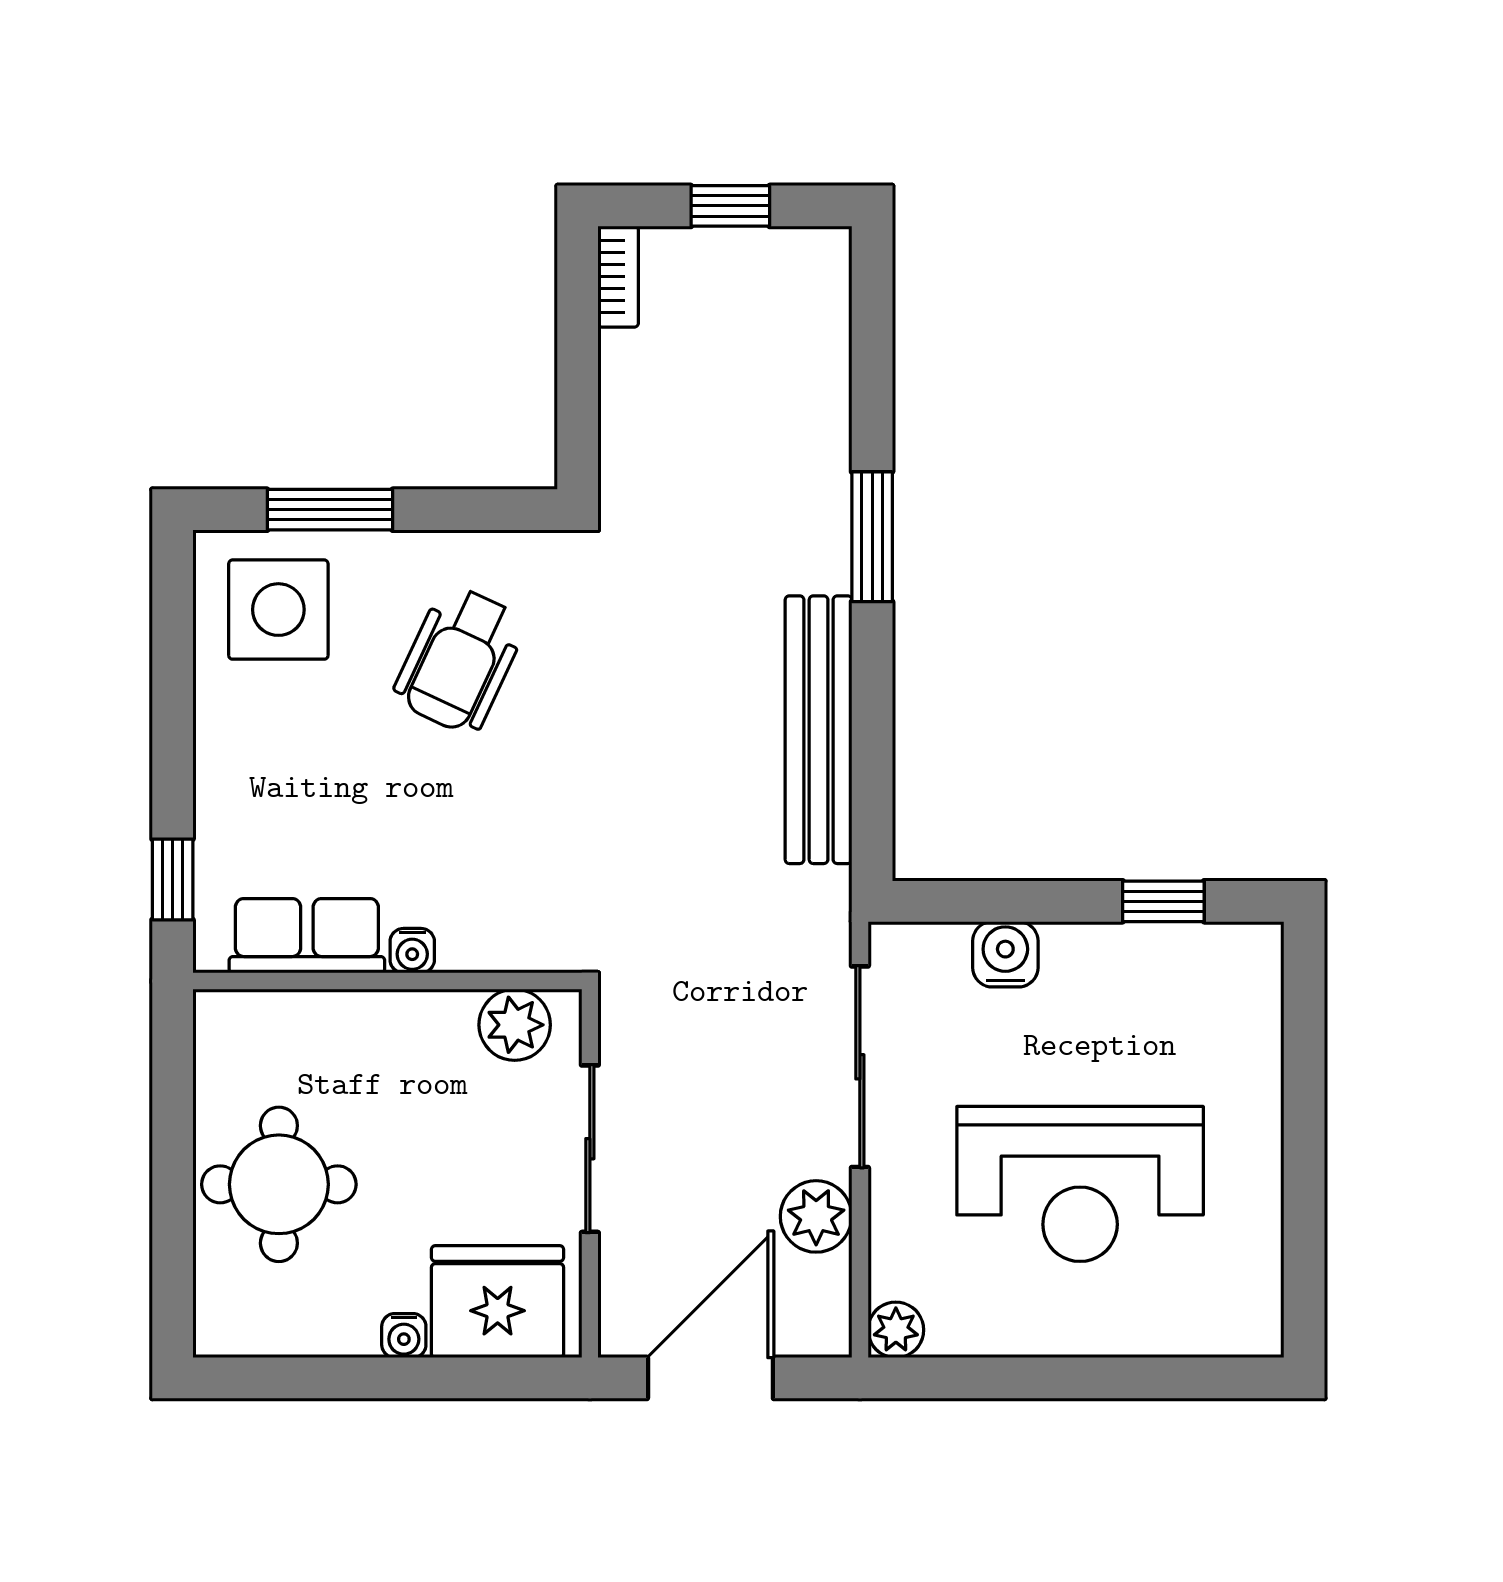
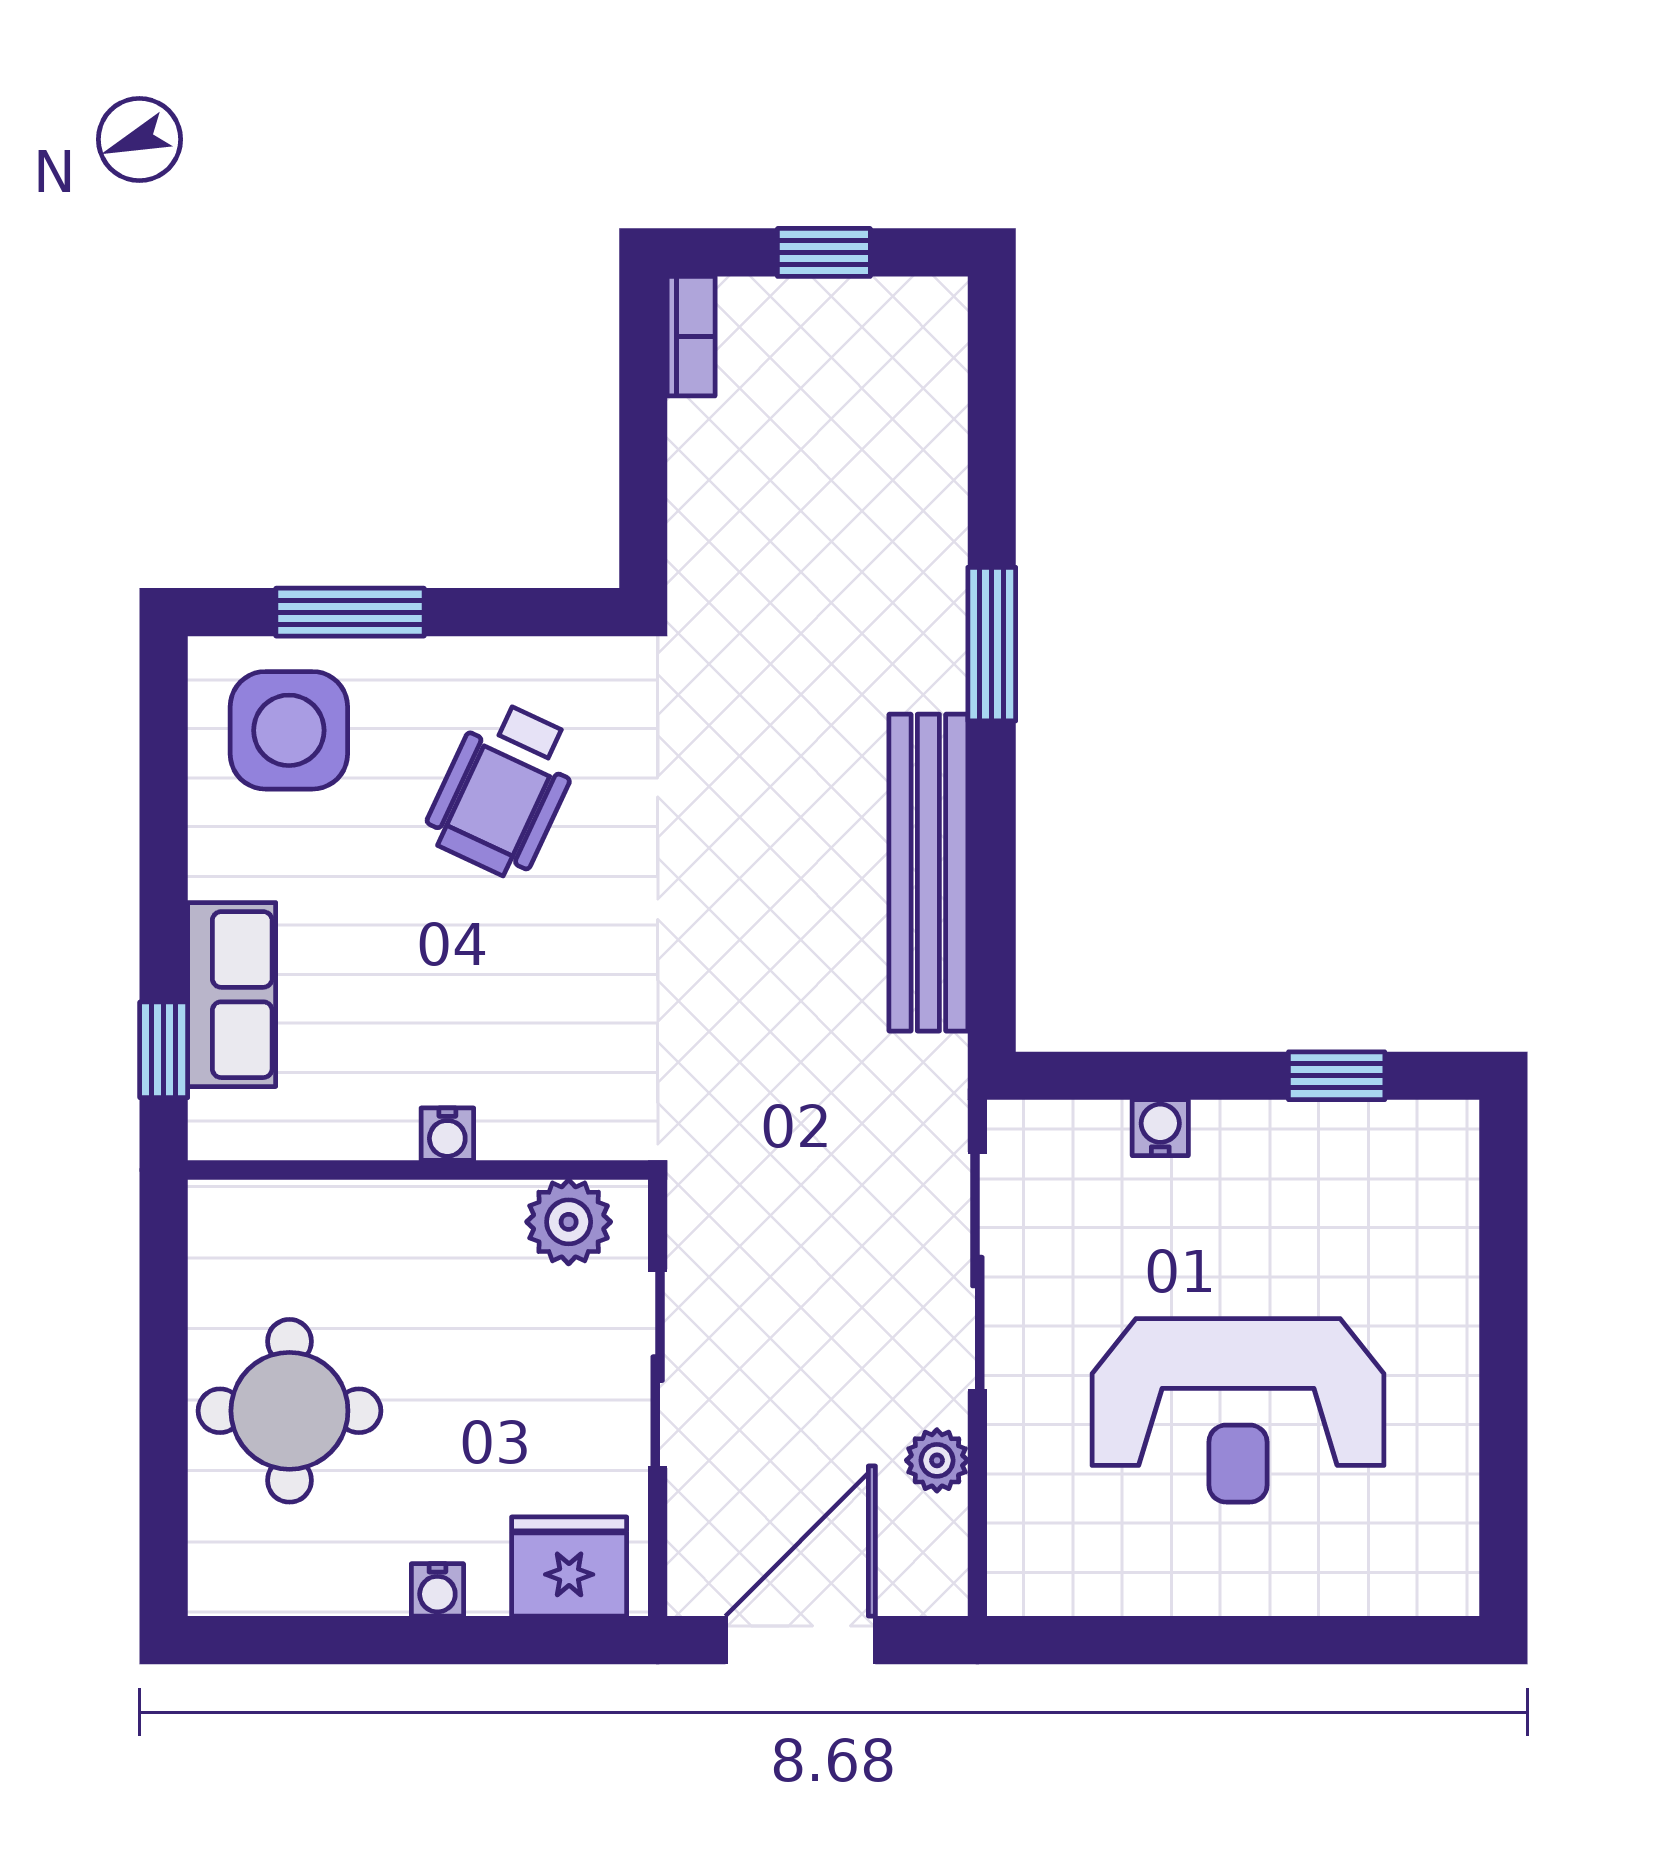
row of seats: (307, 936) -> (232, 995), moved, turned 90
water cooler: (1005, 954) -> (1160, 1128), width x0.72, depth x0.72
plant: (816, 1216) -> (937, 1460), width x0.73, depth x0.73
fridge: (498, 1302) -> (569, 1567), width x0.73, depth x0.75
plant: (896, 1330) -> (1020, 1583), removed

